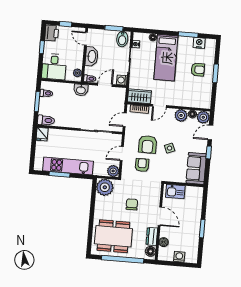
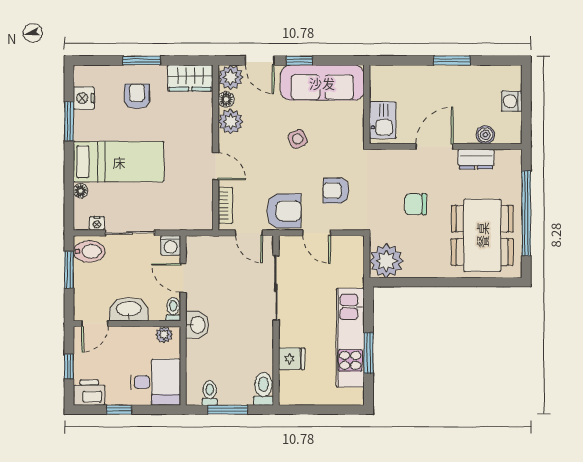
wardrobe: (139, 96) -> (190, 78), moved, turned -90
fridge: (42, 134) -> (292, 359), moved
armchair: (148, 144) -> (284, 211), moved
sofa: (196, 168) -> (322, 83), width x1.36
plant: (113, 171) -> (353, 247), removed
floor lamp: (151, 251) -> (506, 159), removed

